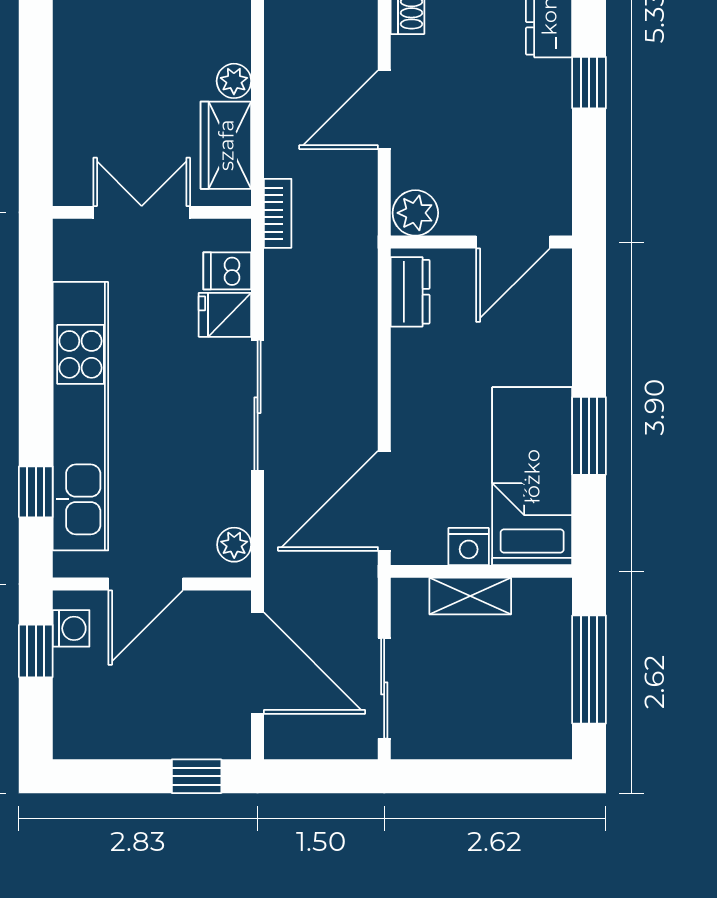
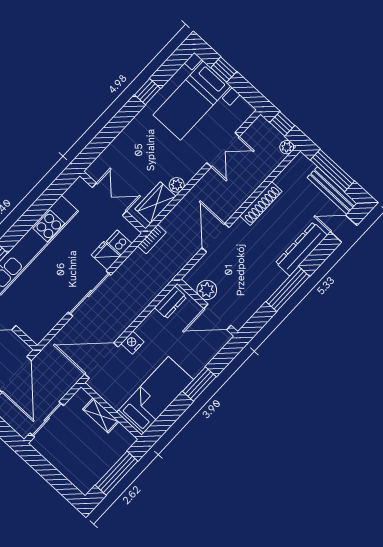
window: (589, 83) -> (288, 289), width x2.17
door: (384, 110) -> (216, 238), hinge flipped
plant: (415, 213) -> (207, 290), moved
window: (589, 436) -> (199, 384), moved
plant: (234, 545) -> (42, 330), removed
nightstand: (469, 546) -> (133, 343), moved, turned 90

